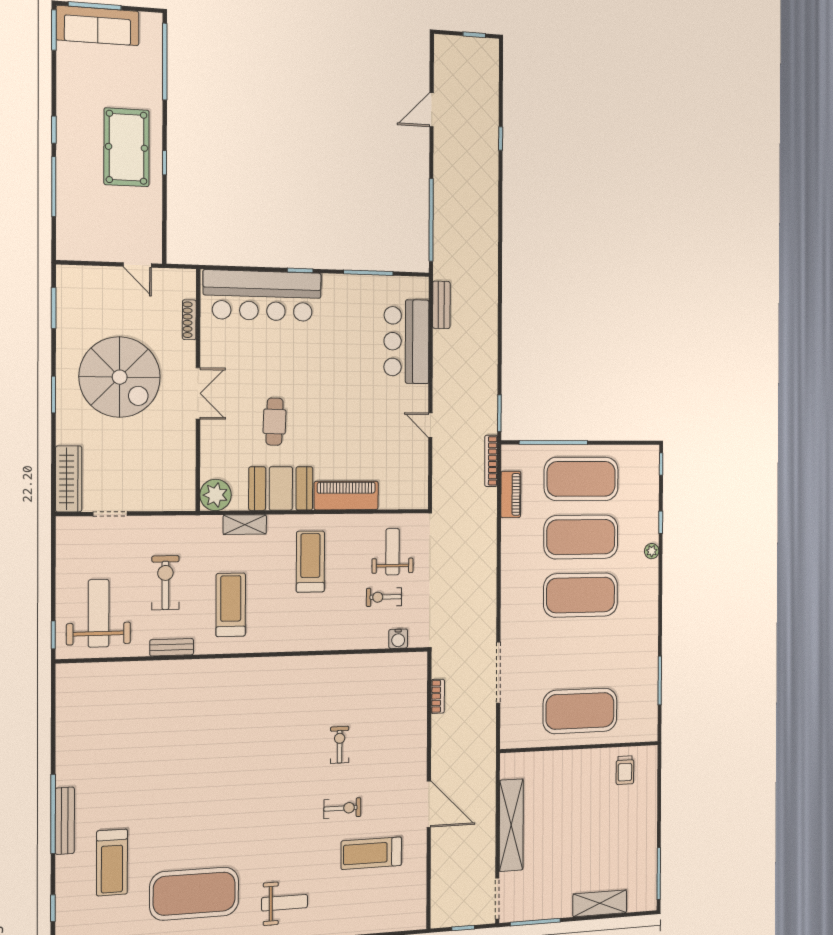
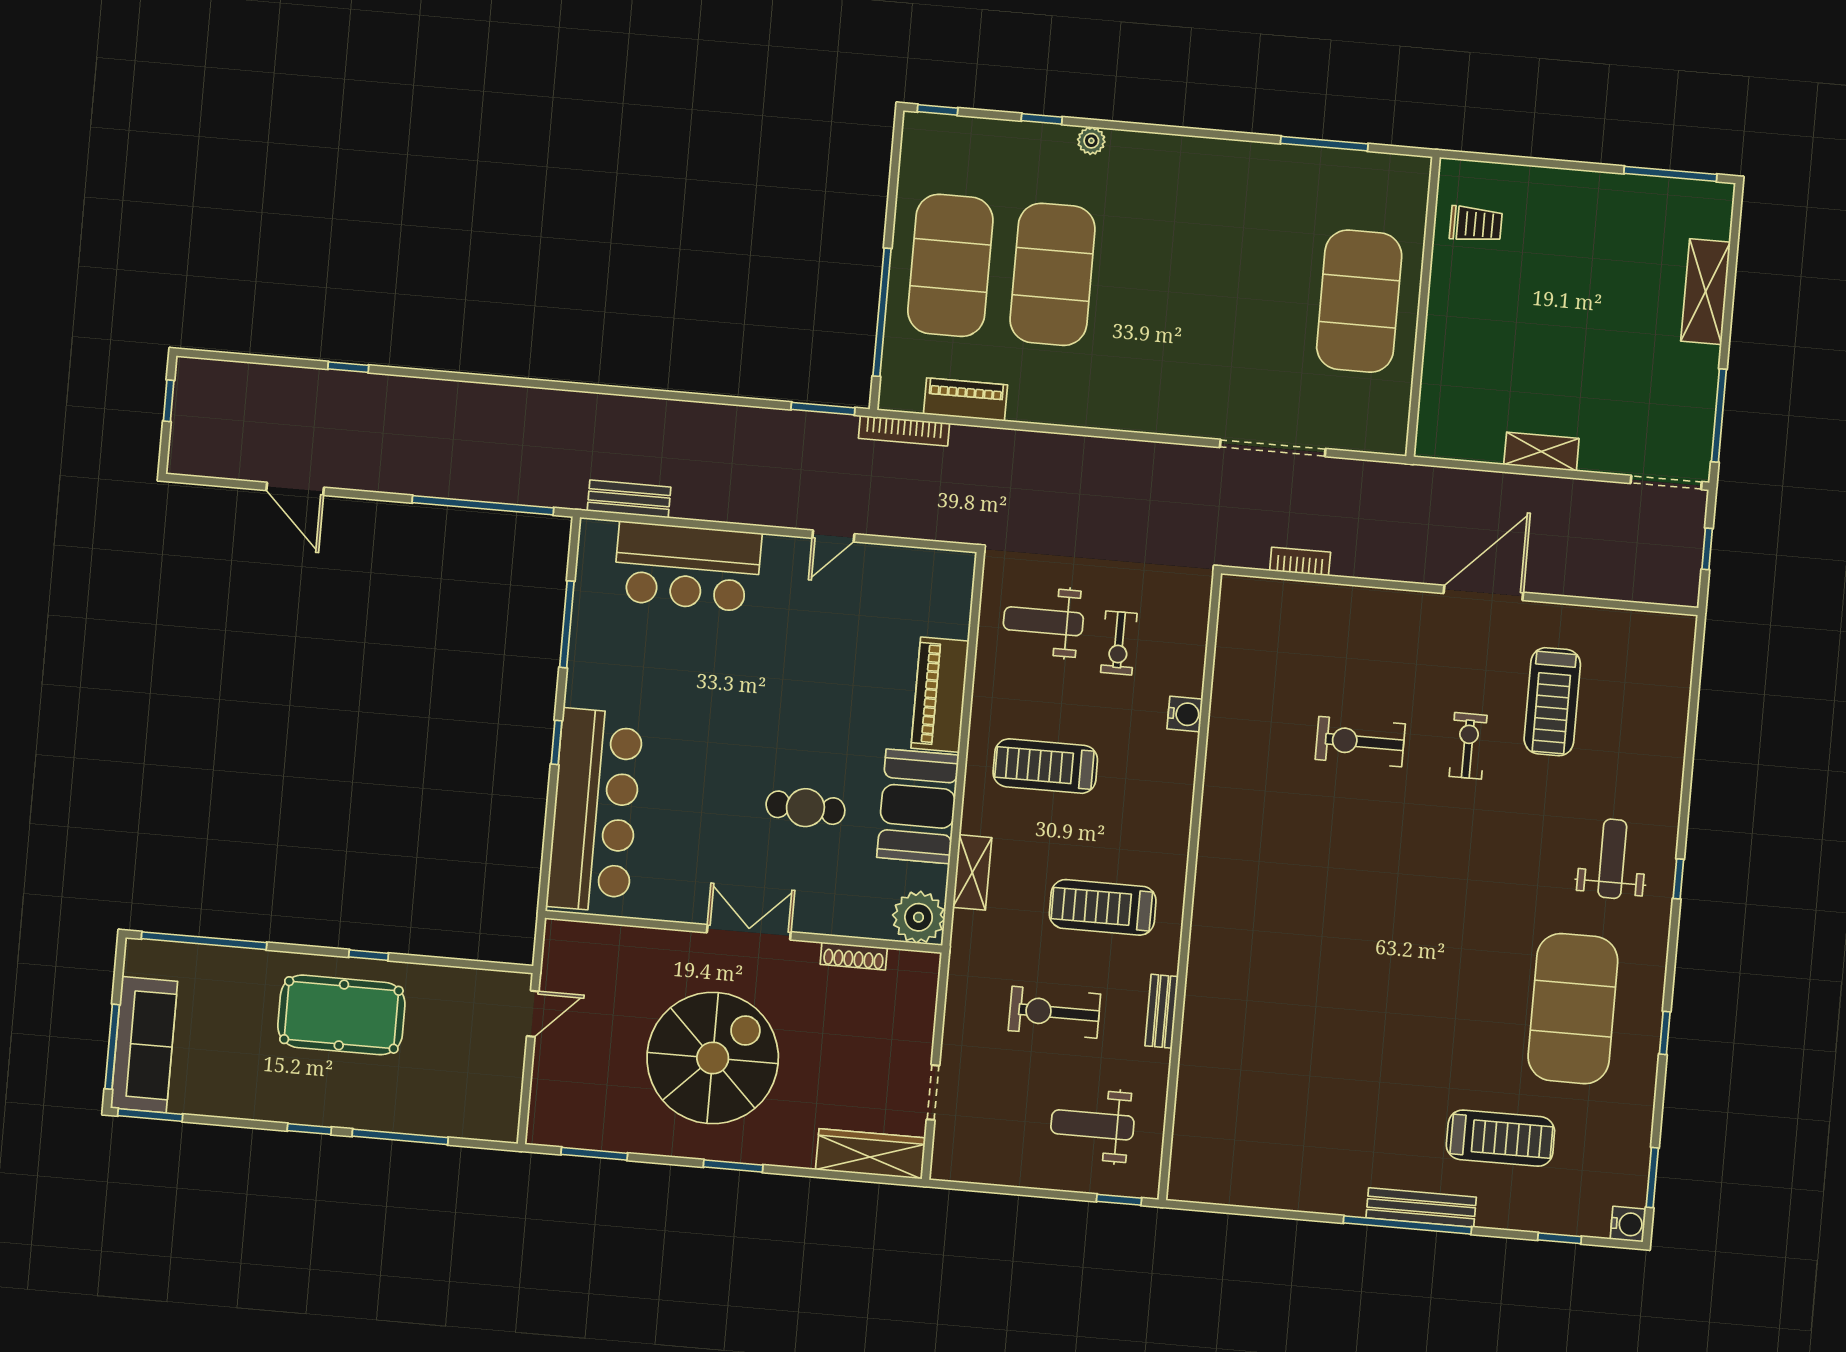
shoe rack: (189, 320) -> (854, 956), moved
exercise mat: (581, 595) -> (1155, 283), removed
weight bench: (99, 613) -> (1092, 1125), width x0.73, depth x0.75
water cooler: (398, 639) -> (1185, 714), moved
exercise bike: (340, 745) -> (1360, 742), width x1.38, depth x1.39
shelving: (511, 825) -> (1541, 452), width x0.45, depth x0.75

